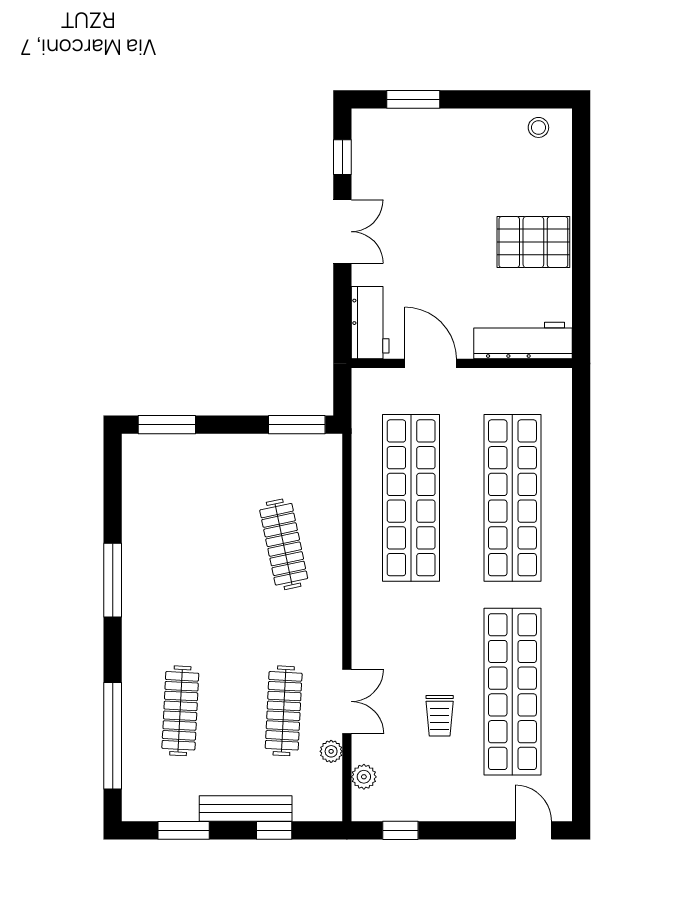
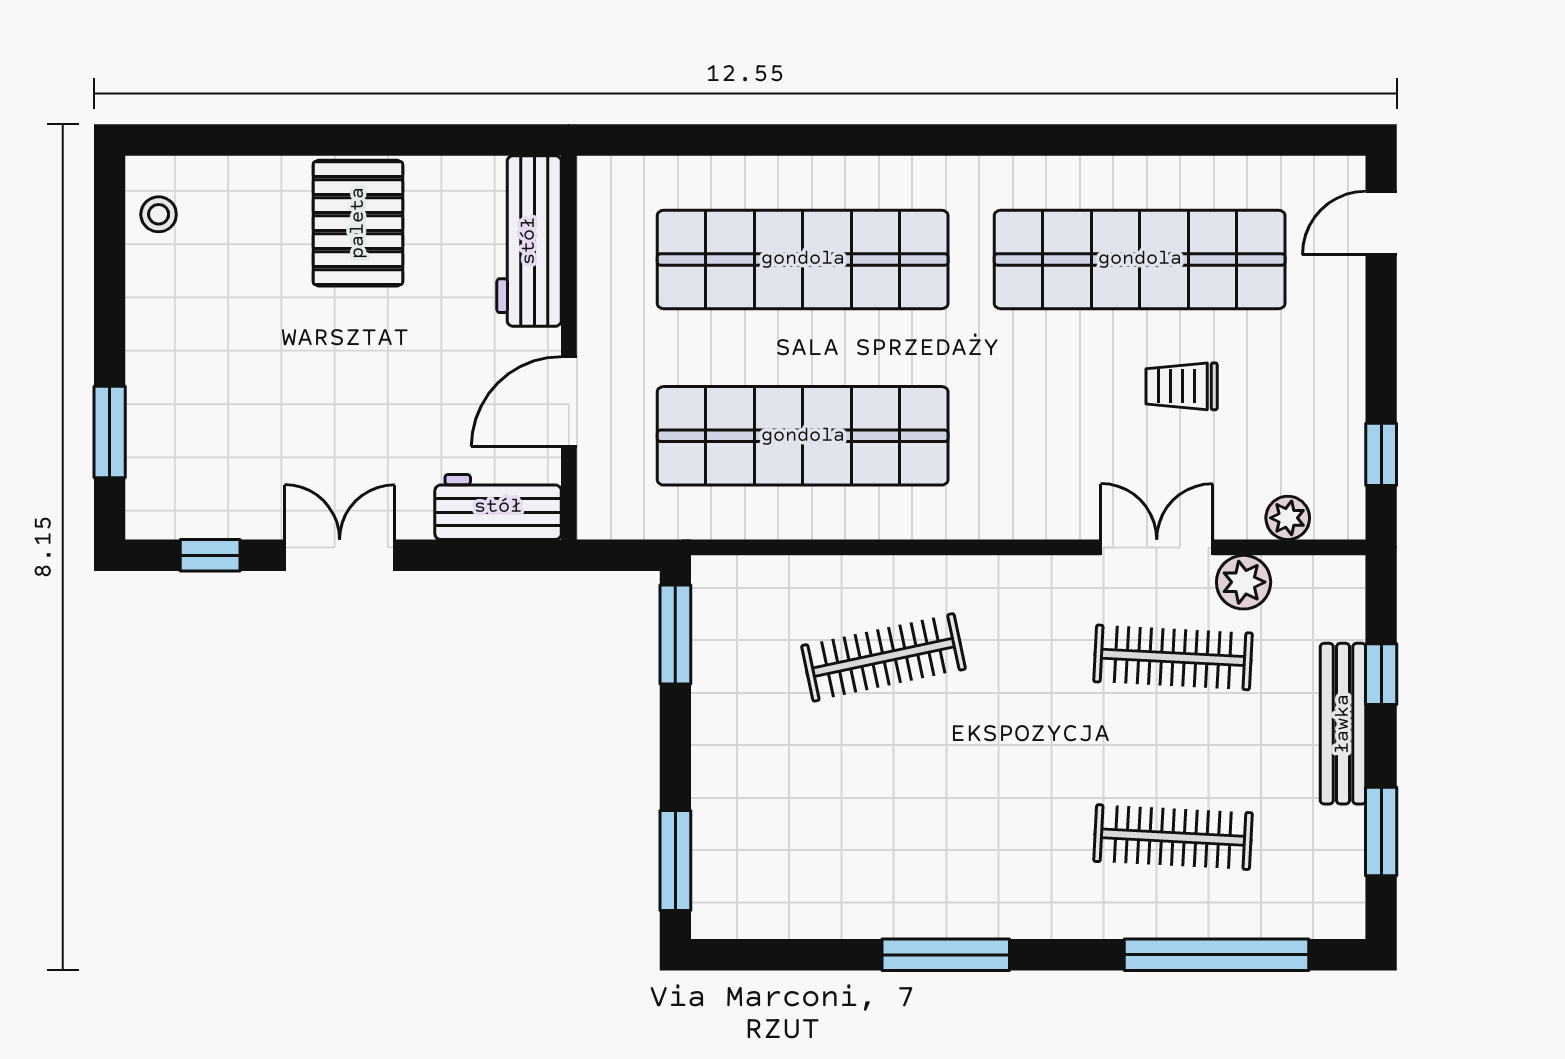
trolley: (440, 716) -> (1182, 386), turned 180
plant: (331, 751) -> (1244, 582), width x1.38, depth x1.38

